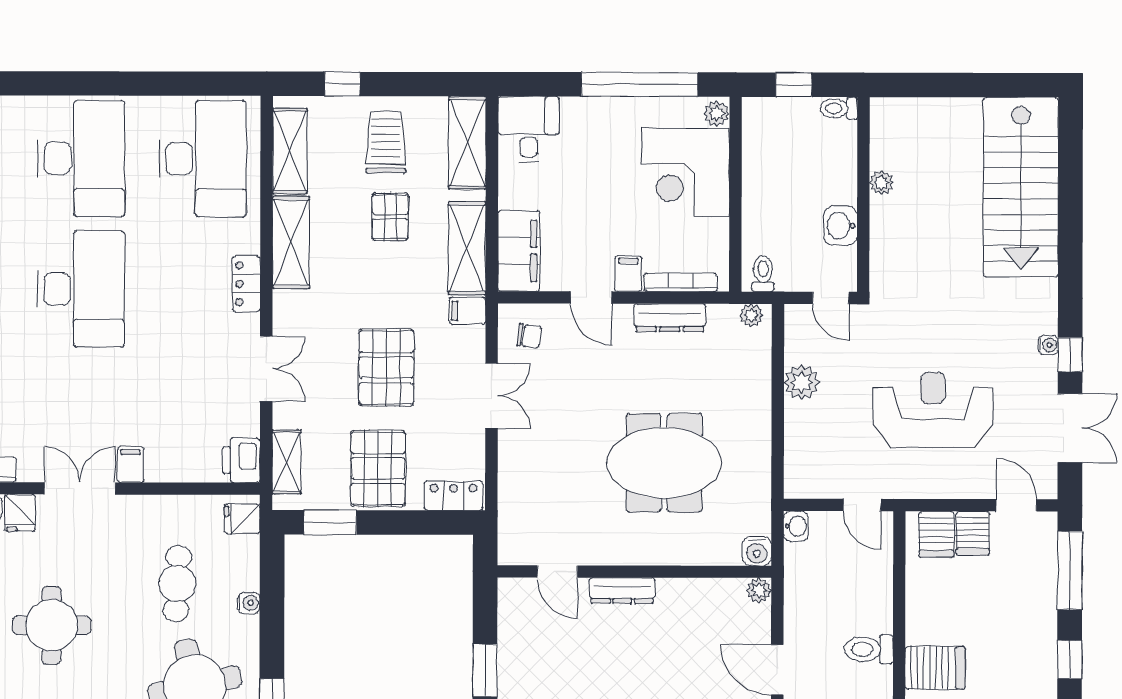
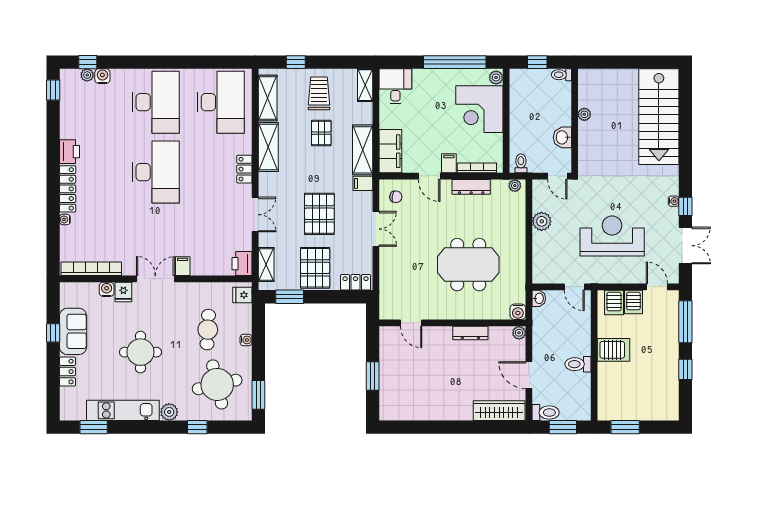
shelving: (467, 143) -> (365, 85), width x0.67, depth x0.75
dresser: (622, 590) -> (470, 333), moved
server rack: (935, 668) -> (614, 350), moved

